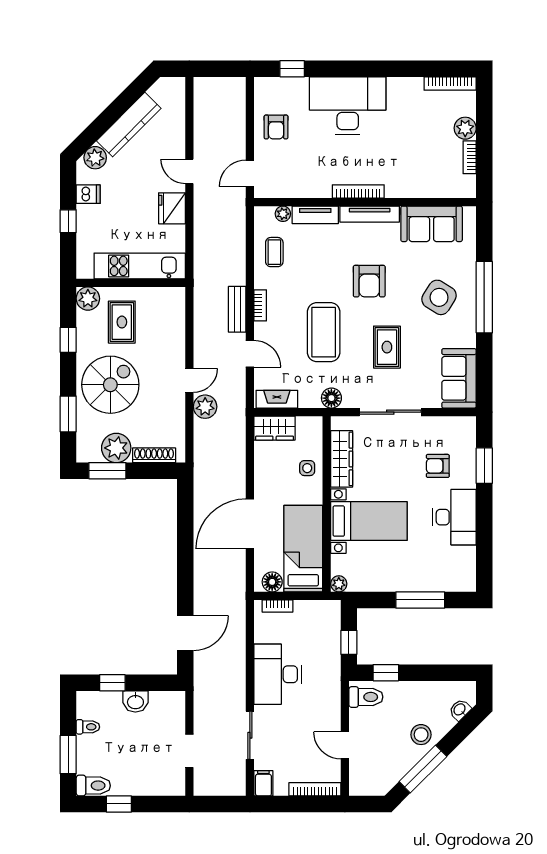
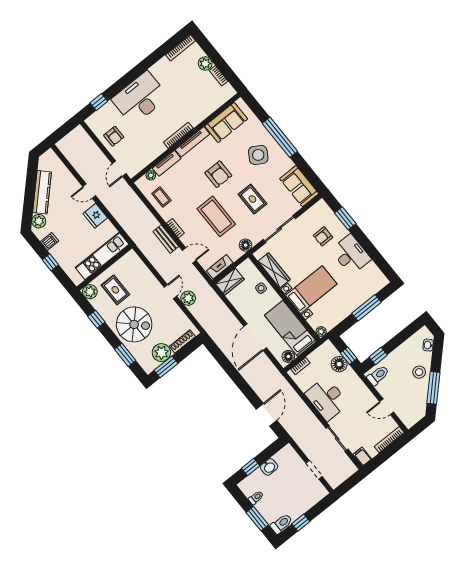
spiral stairs: (110, 385) -> (134, 324), turned 90
floor lamp: (328, 643) -> (339, 364), added

